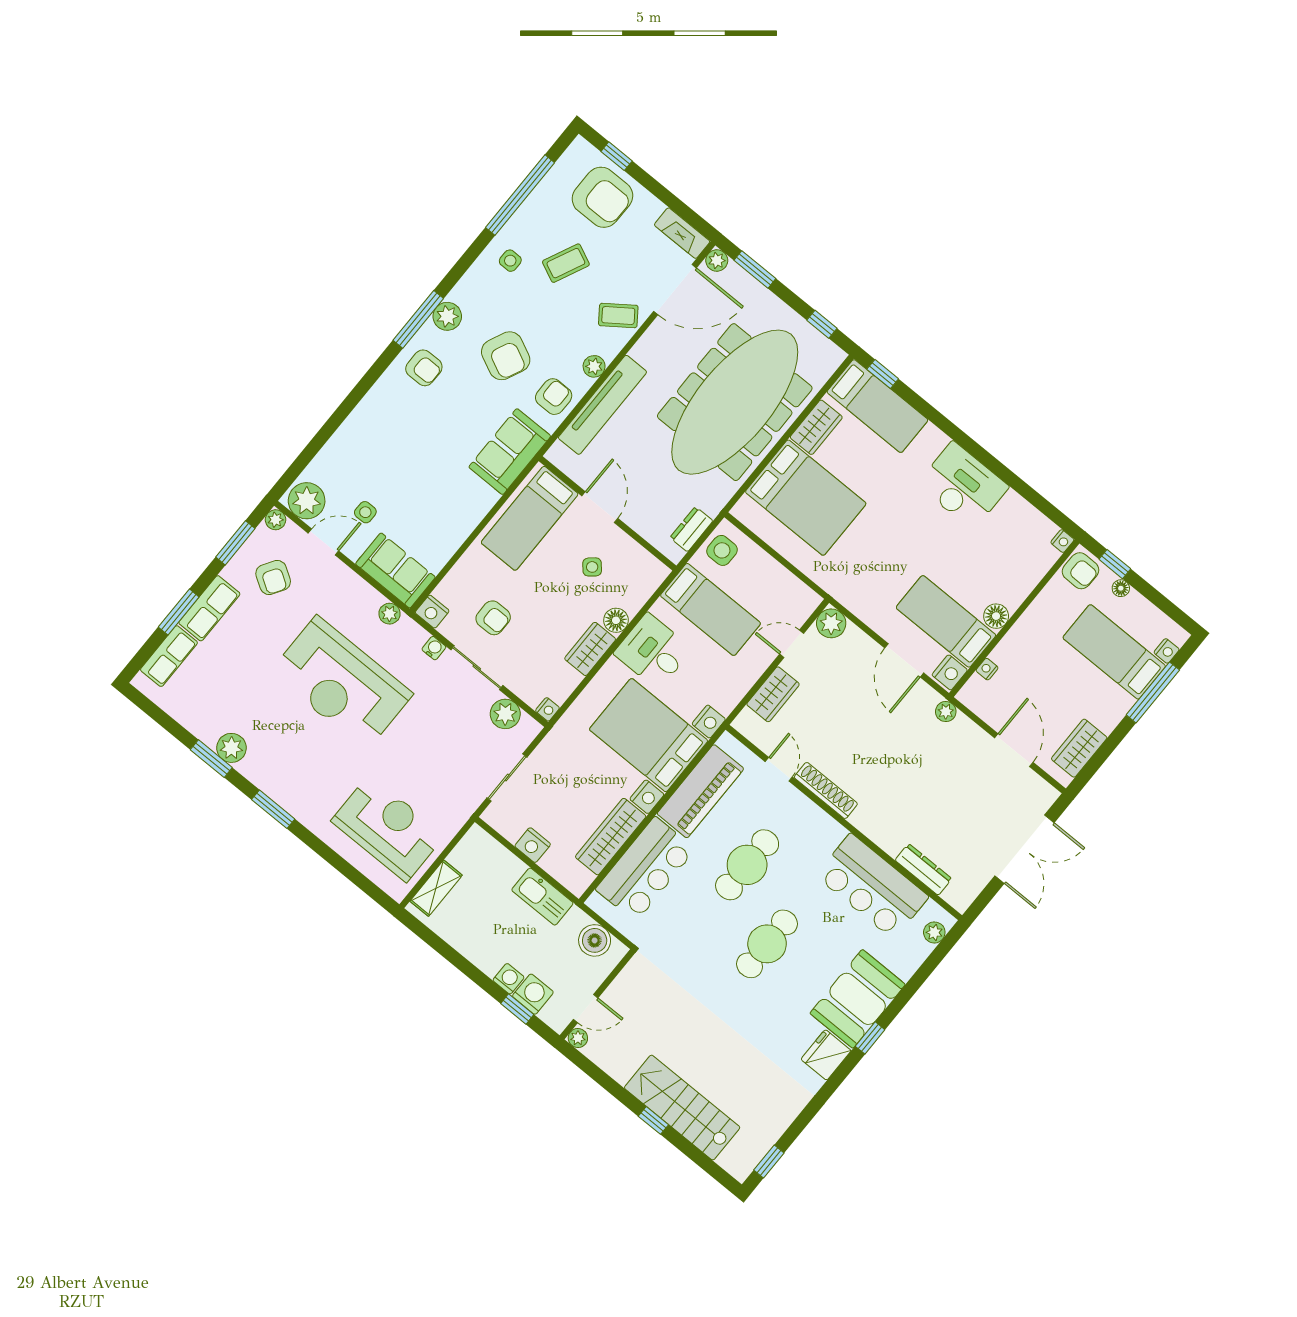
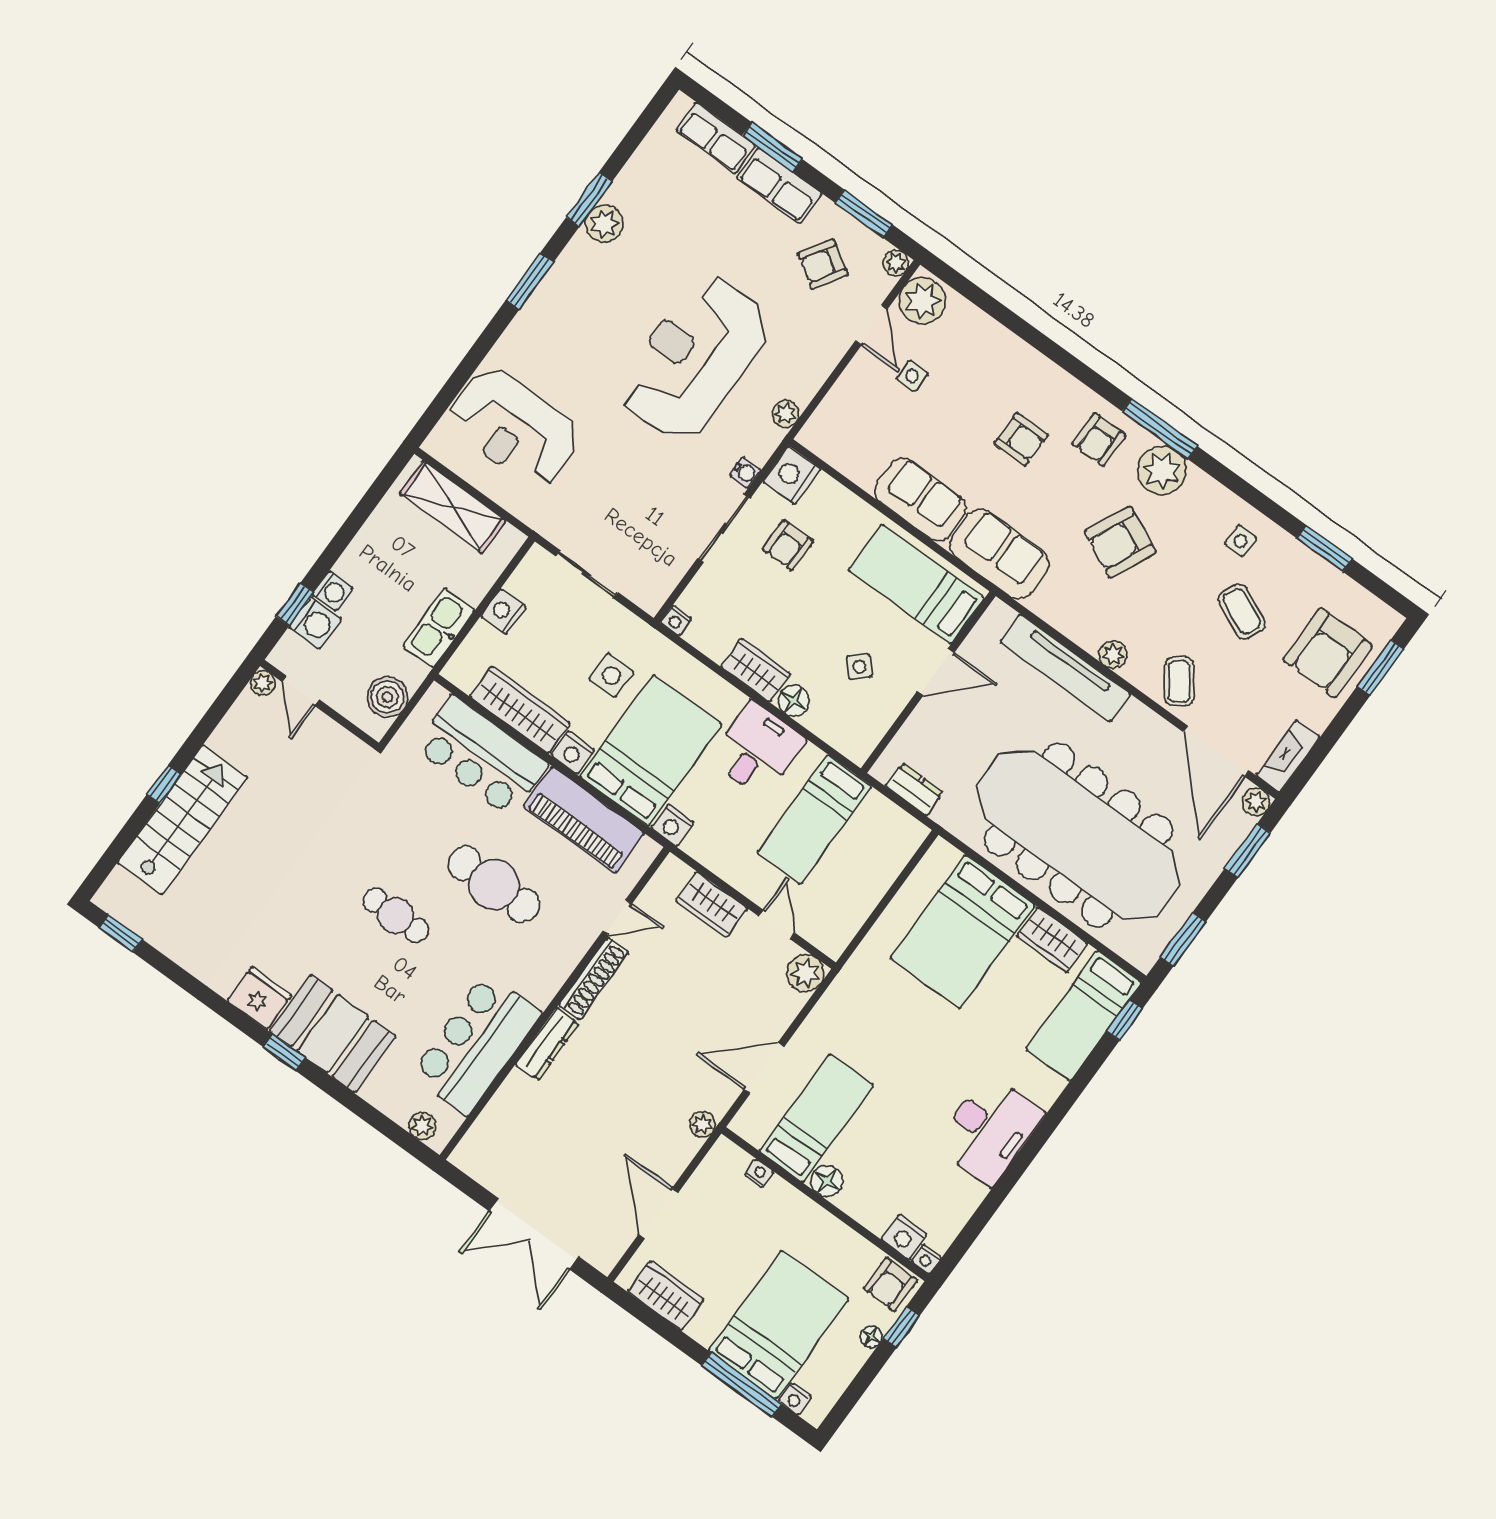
window: (617, 156) -> (1381, 668), width x1.50
window: (520, 195) -> (1324, 548), width x0.47
plant: (447, 316) -> (1162, 470), width x1.36, depth x1.36
window: (822, 324) -> (1183, 939), width x1.50
armchair: (554, 397) -> (1021, 439), moved
side table: (722, 550) -> (611, 675), moved
sofa: (395, 570) -> (920, 499), moved, turned -90
nightstand: (432, 612) -> (792, 475), width x1.36, depth x1.33
bed: (1114, 652) -> (779, 1325), width x1.50
nightstand: (950, 672) -> (904, 1237), moved
plant: (505, 714) -> (667, 568), removed
door: (1014, 750) -> (659, 1213), swing flipped
reception desk: (388, 828) -> (514, 427), turned 90
dresser: (923, 869) -> (547, 1044), moved
shelving: (436, 888) -> (453, 507), width x1.50, depth x1.33
cafe table: (767, 944) -> (396, 915), width x0.73, depth x0.74

